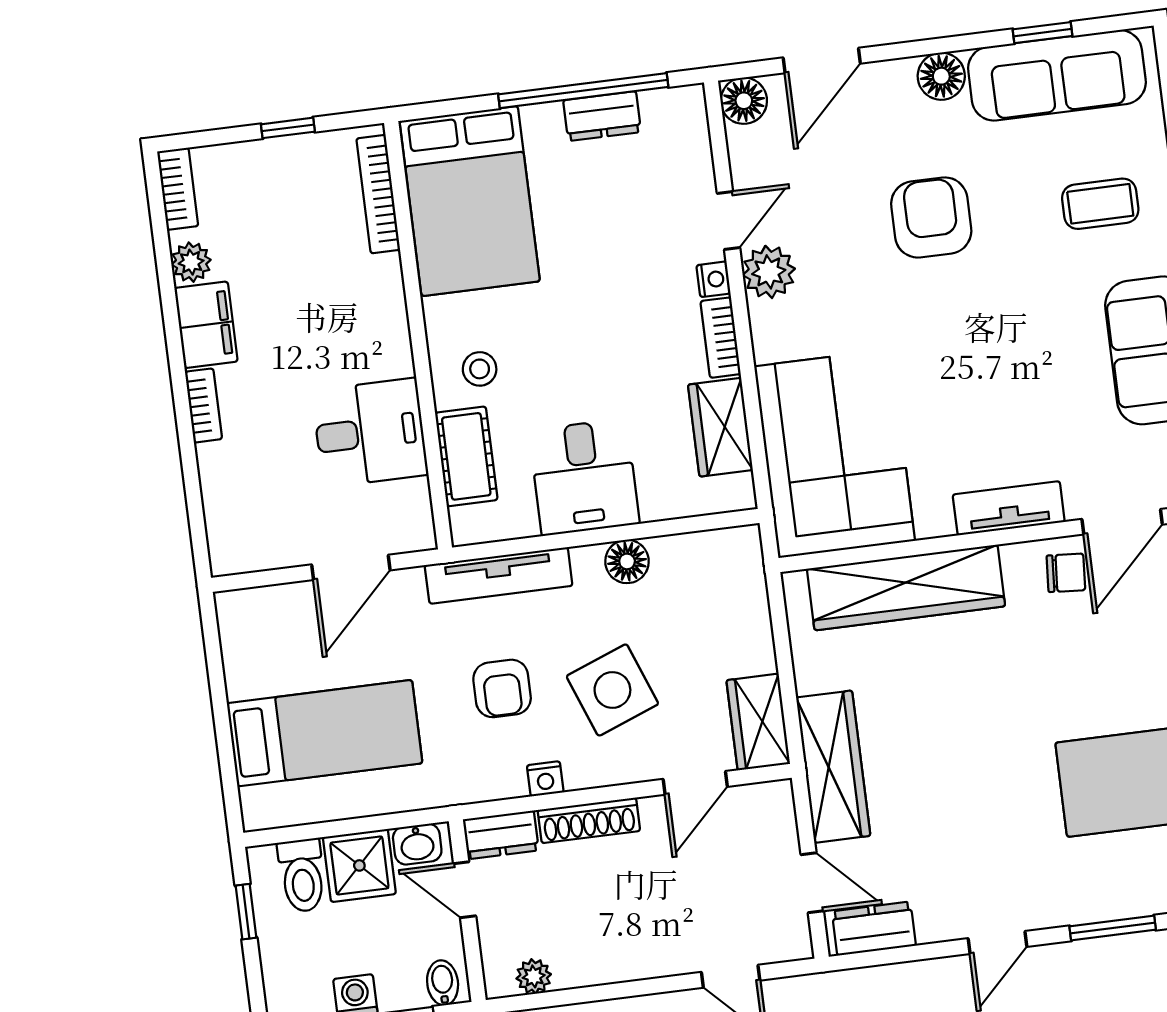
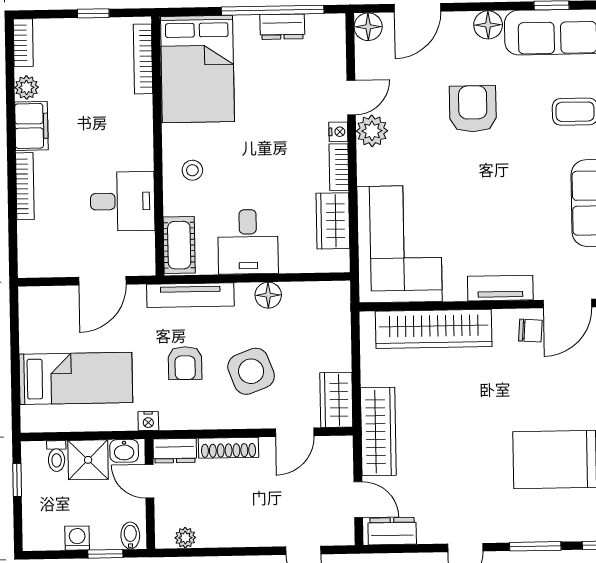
bookcase: (204, 405) -> (25, 186), width x1.56
cot: (466, 456) -> (179, 245), moved
nightstand: (545, 779) -> (148, 421), moved
toilet: (302, 875) -> (56, 456), width x0.73, depth x0.72

